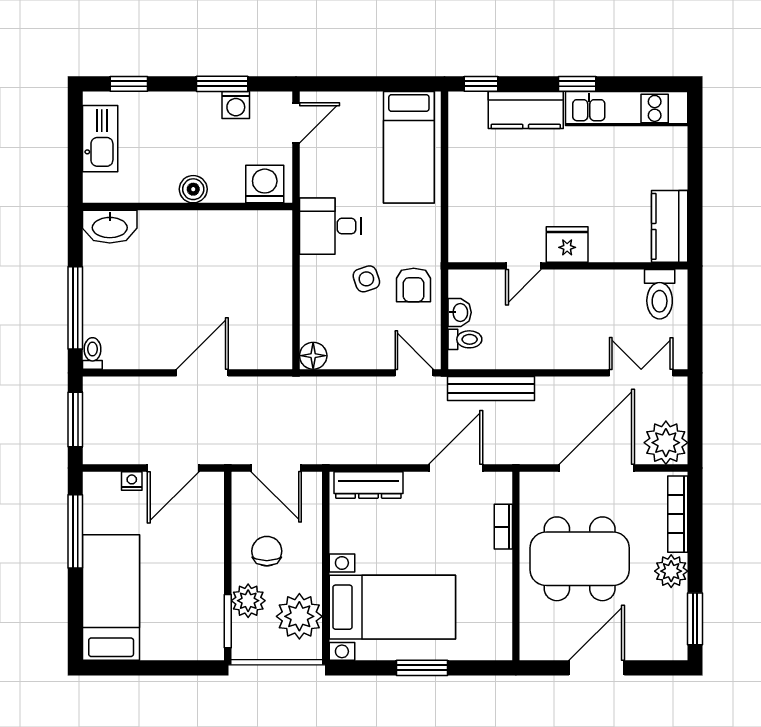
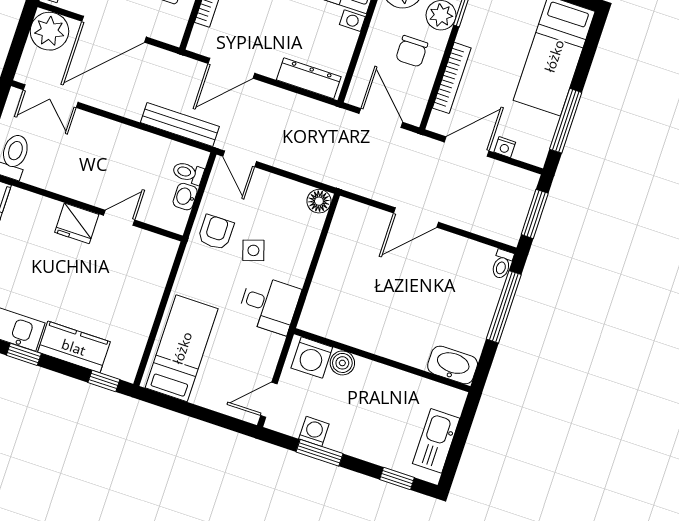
boiler: (193, 189) -> (342, 363), moved
bookcase: (214, 537) -> (452, 78), added

